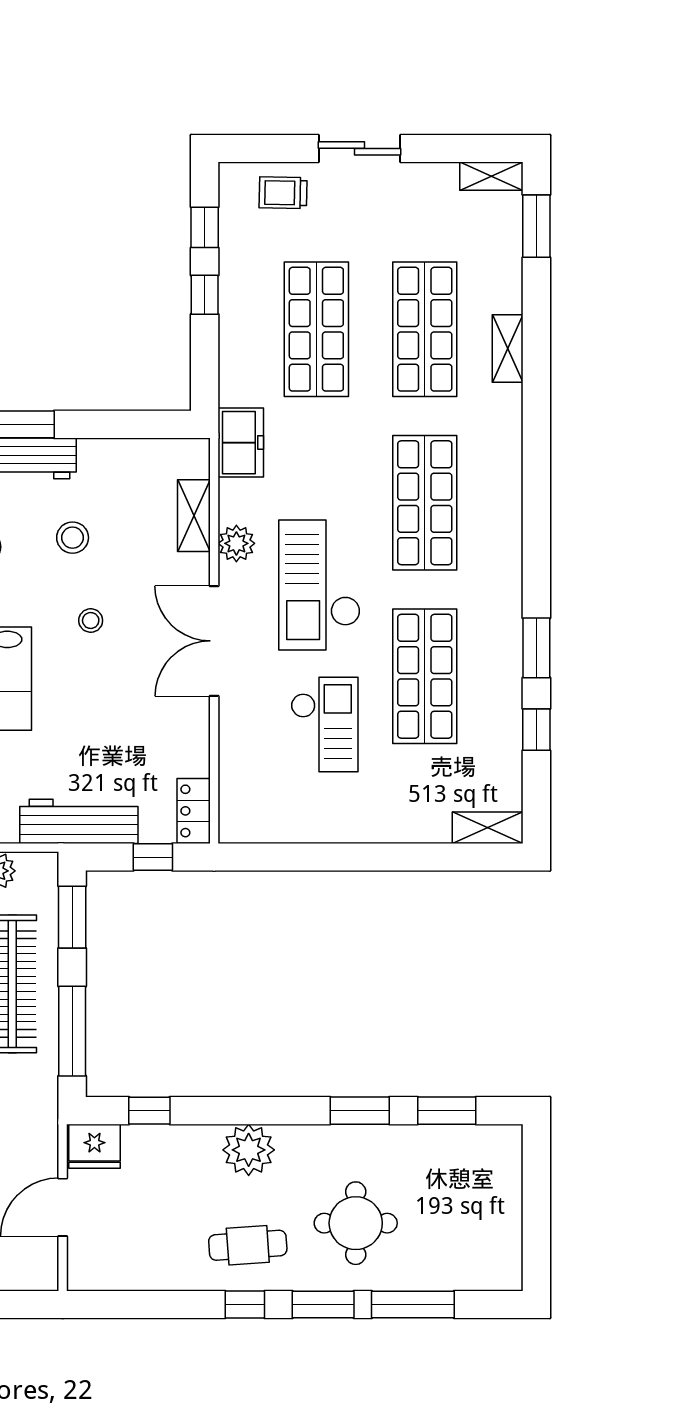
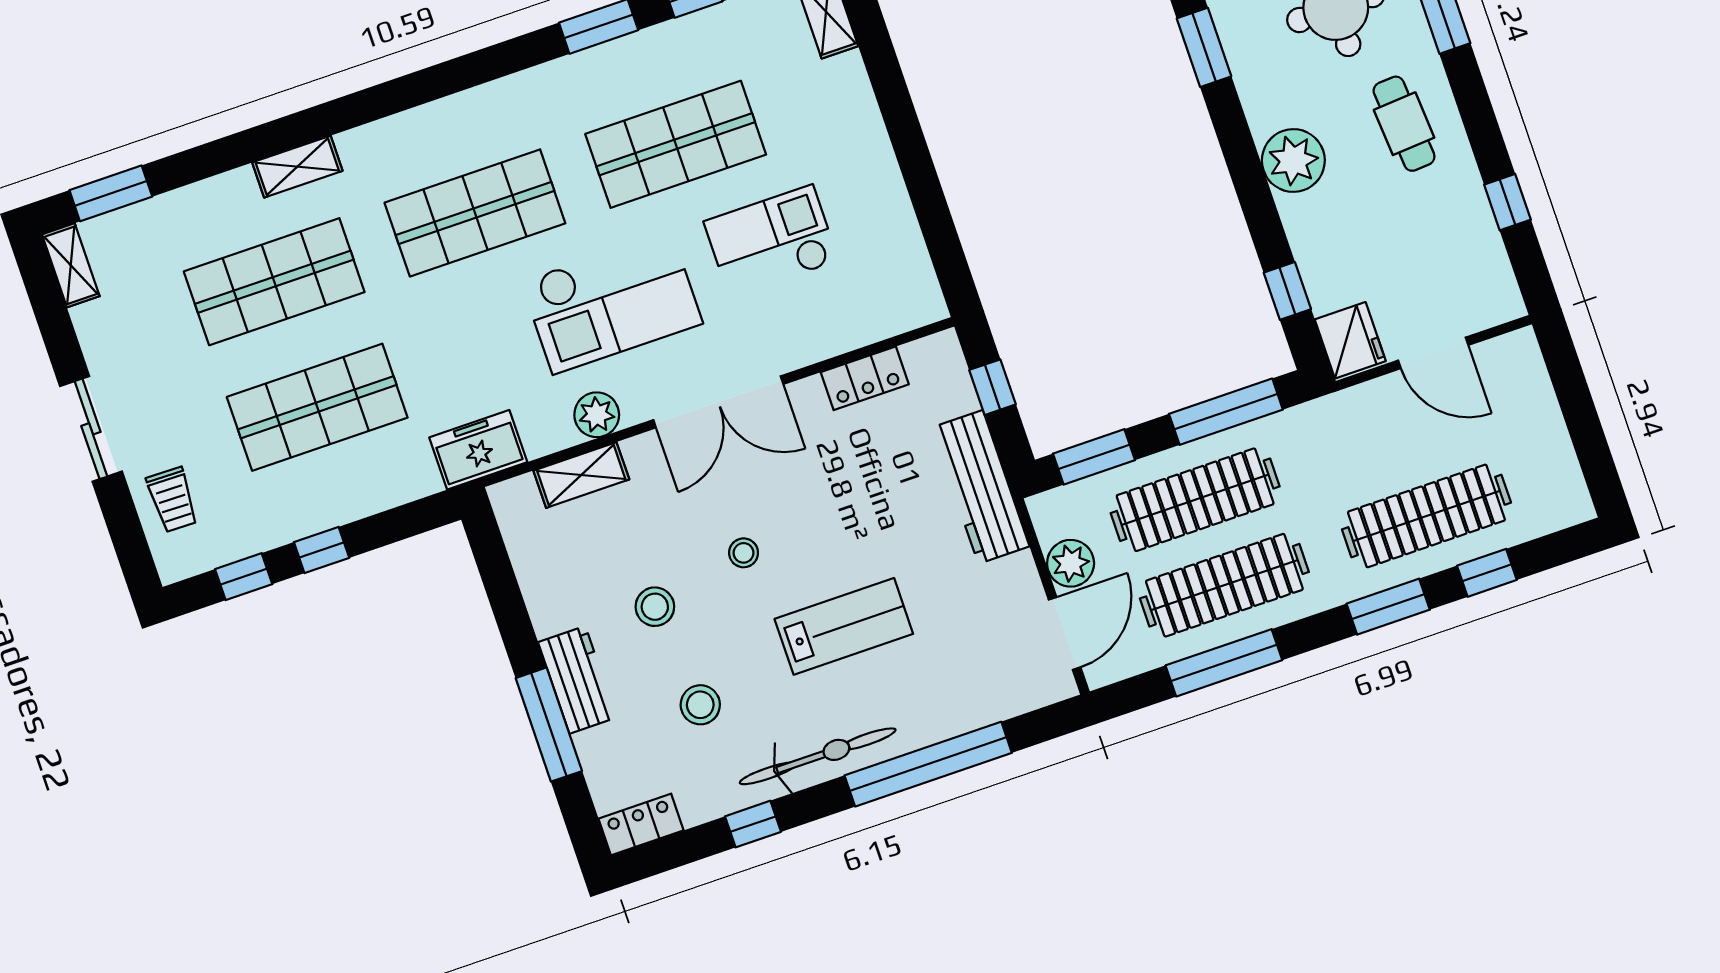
shelving: (508, 349) -> (297, 167), moved
locker: (194, 811) -> (865, 378), moved
window: (245, 1304) -> (1507, 202), moved

